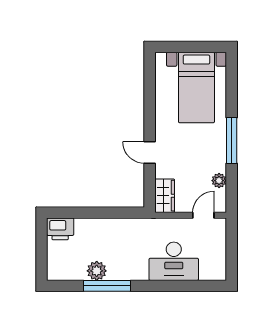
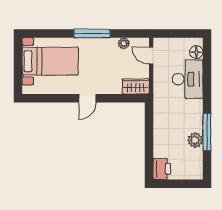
door: (150, 153) -> (87, 98), moved
floor lamp: (208, 272) -> (196, 52), added

